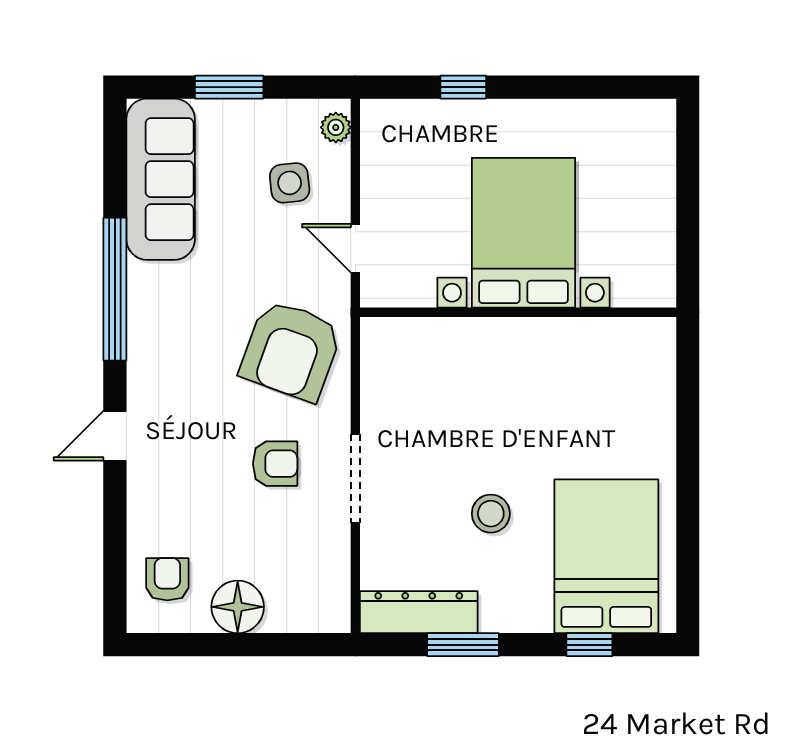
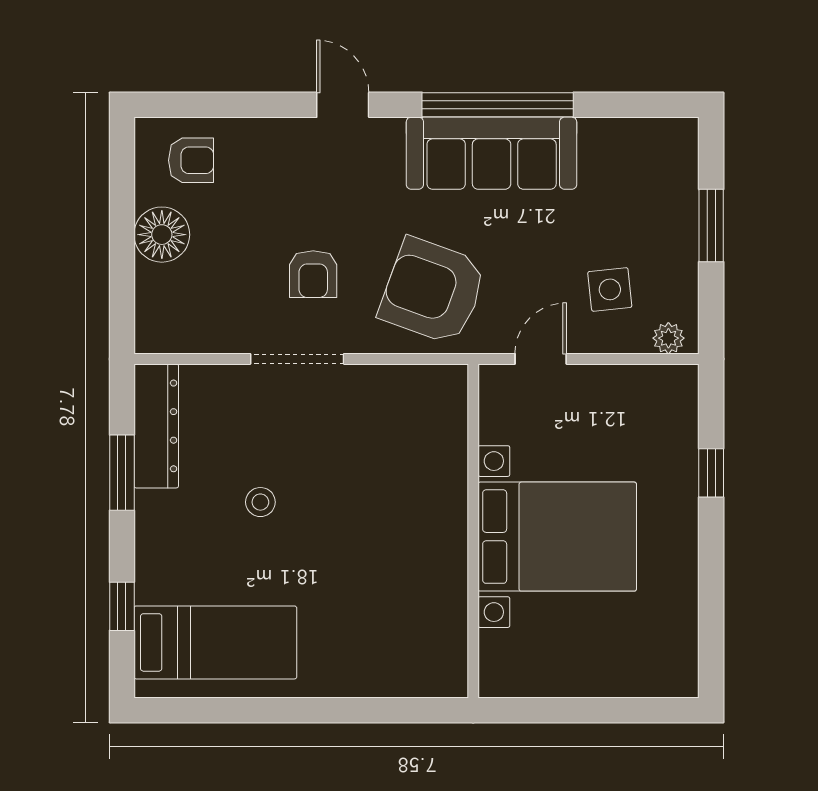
sofa: (161, 179) -> (492, 153), moved
stool: (491, 514) -> (260, 502), width x0.73, depth x0.73
bed: (606, 556) -> (215, 642), width x0.67

